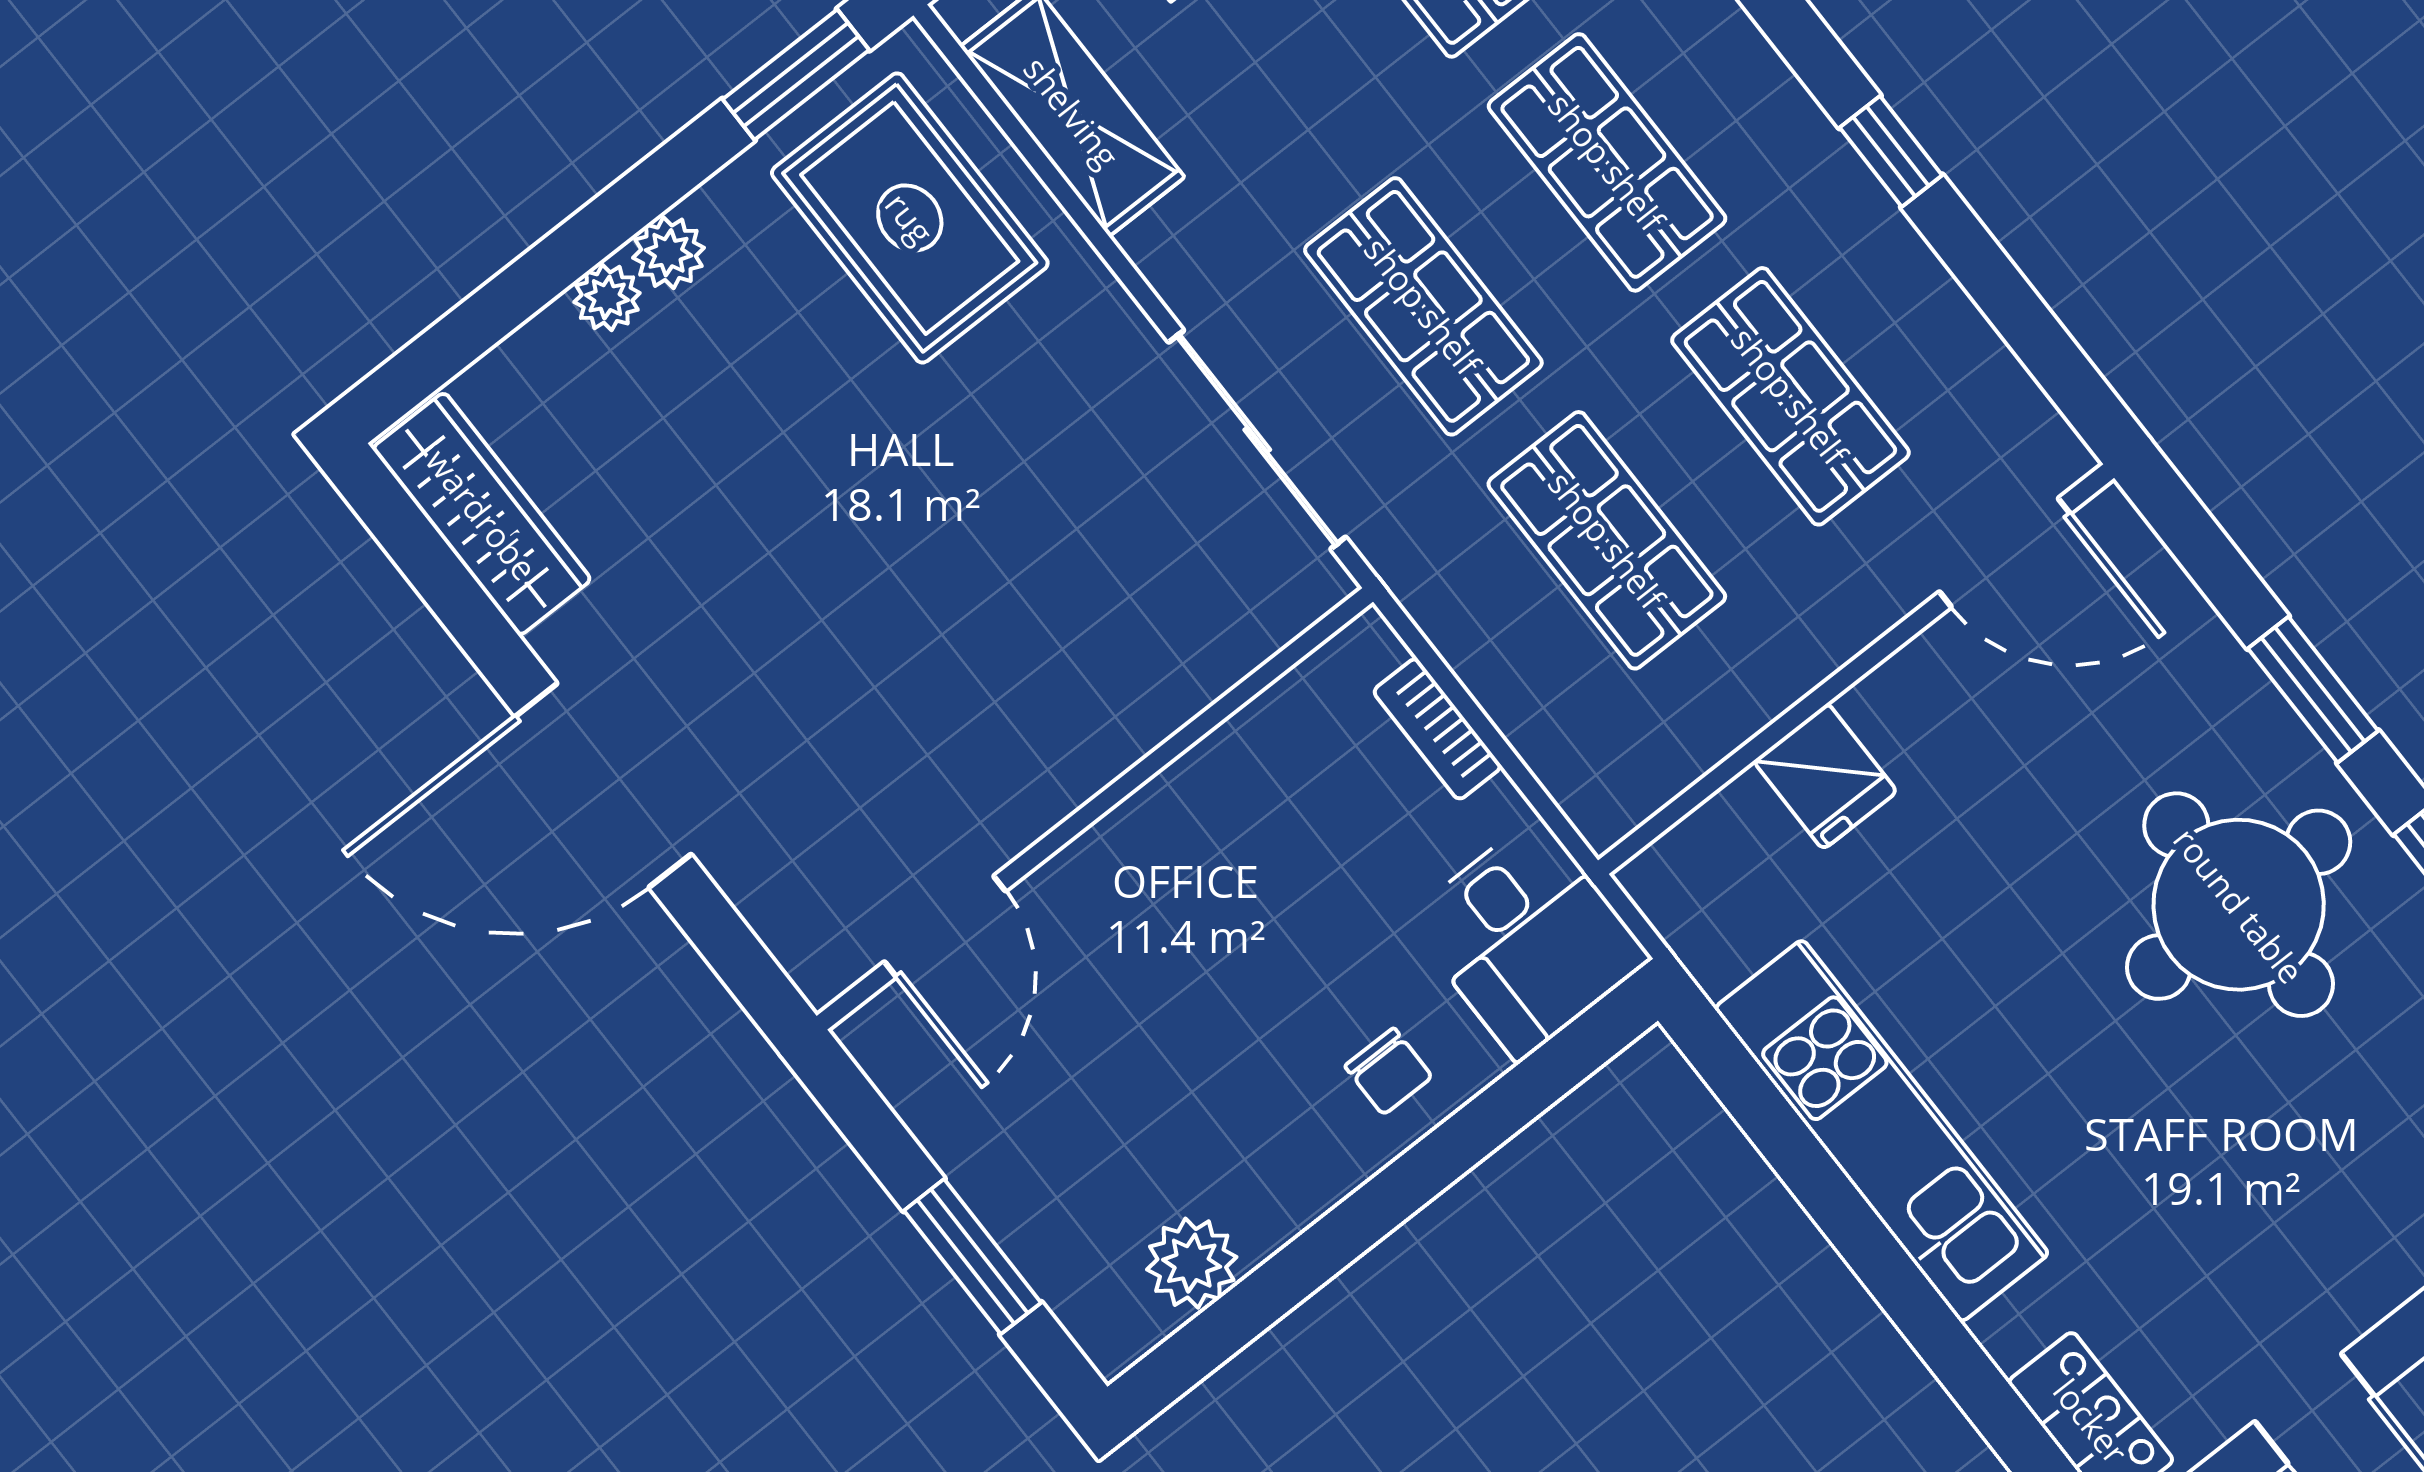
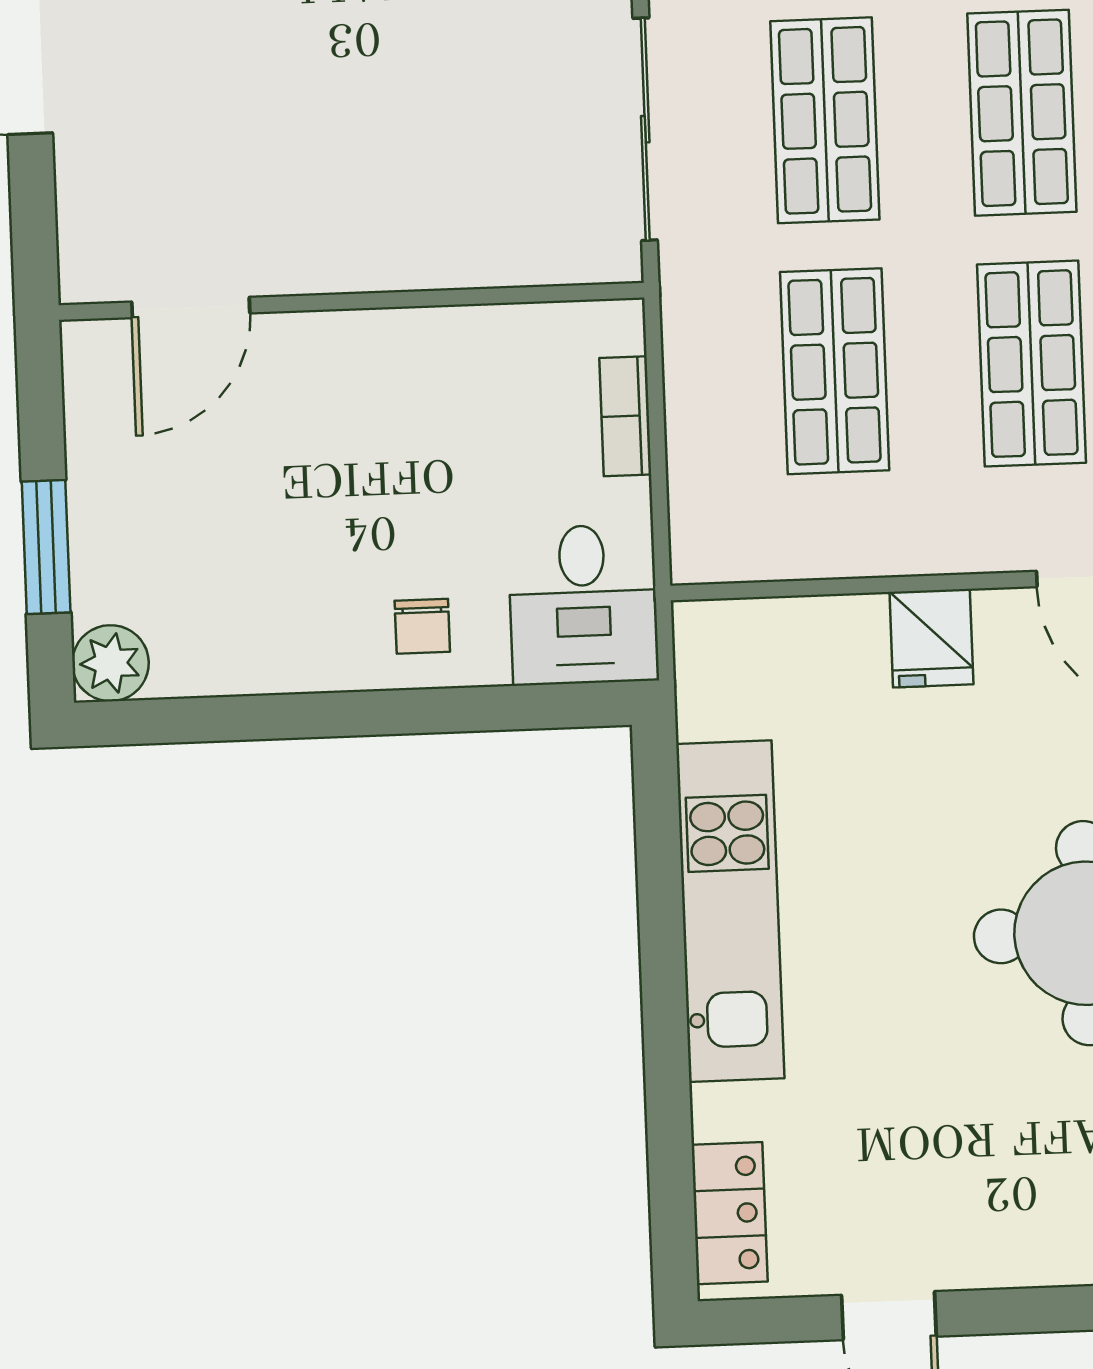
fridge: (1825, 776) -> (931, 638), moved
plant: (1192, 1263) -> (110, 663), moved

